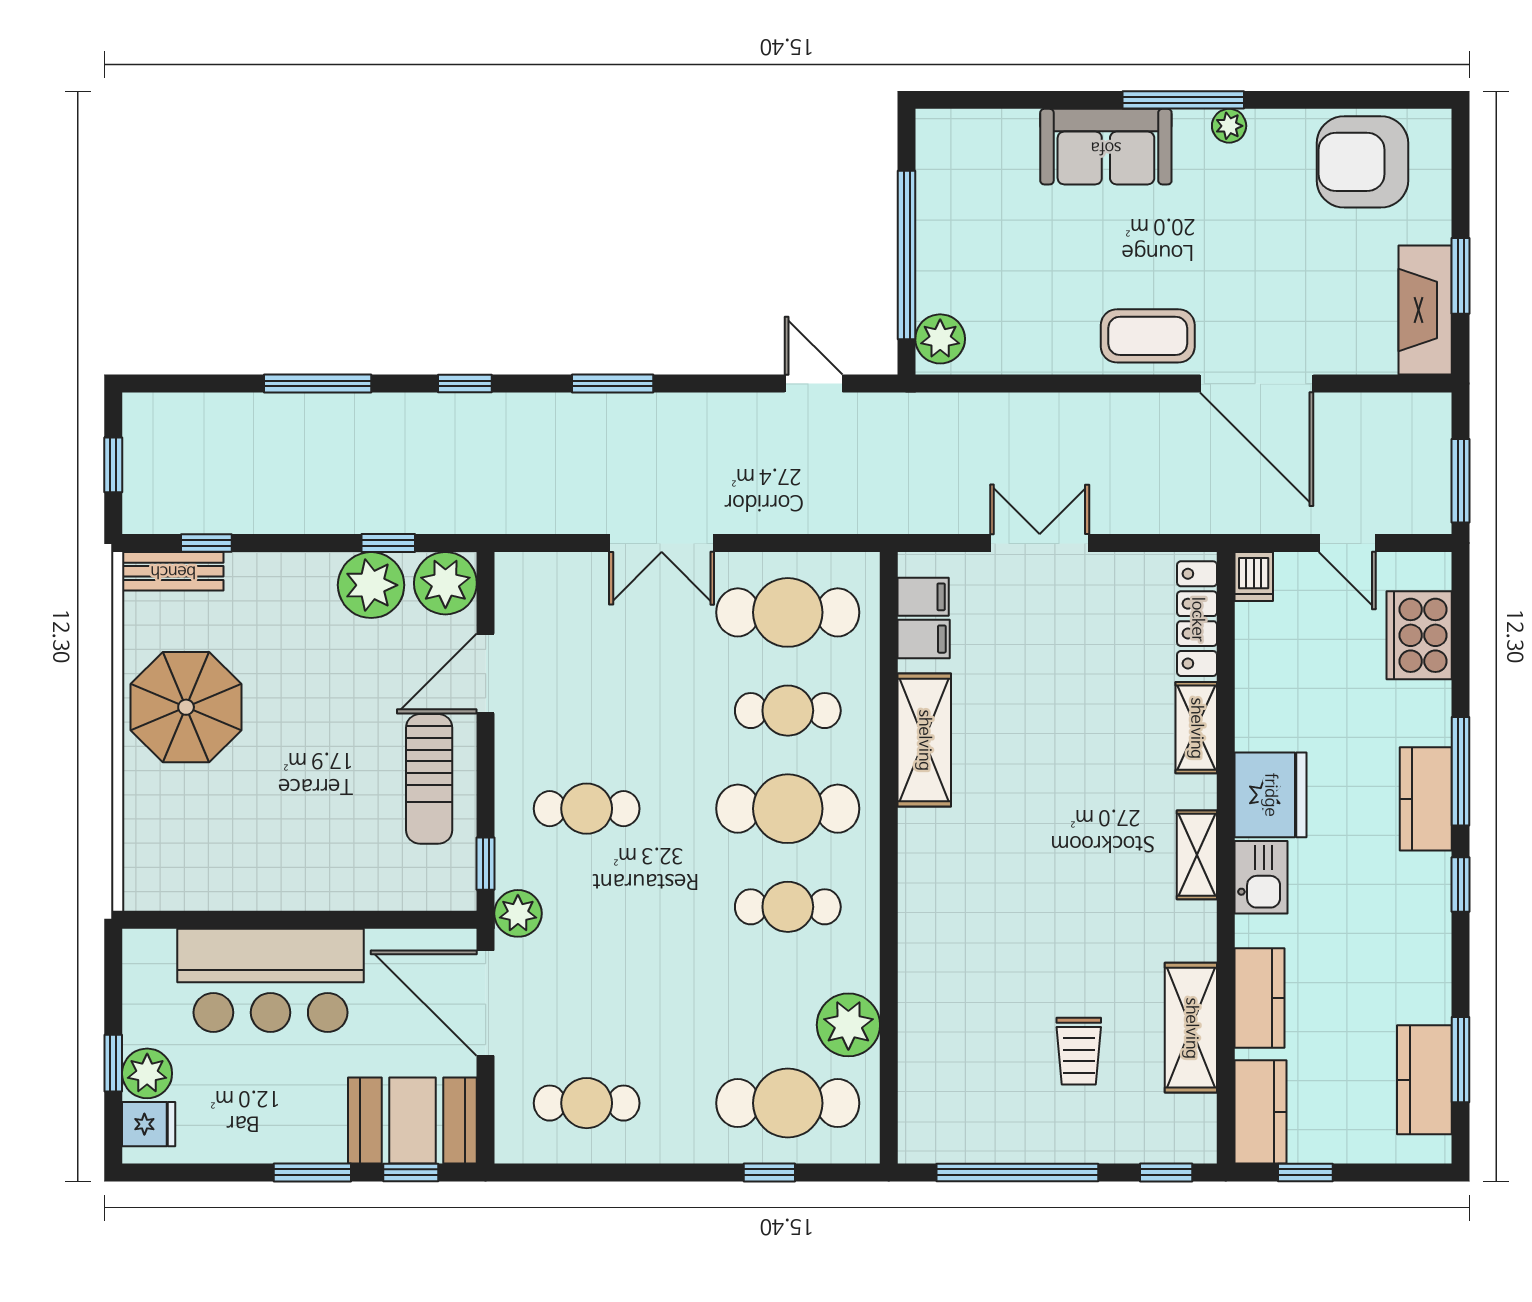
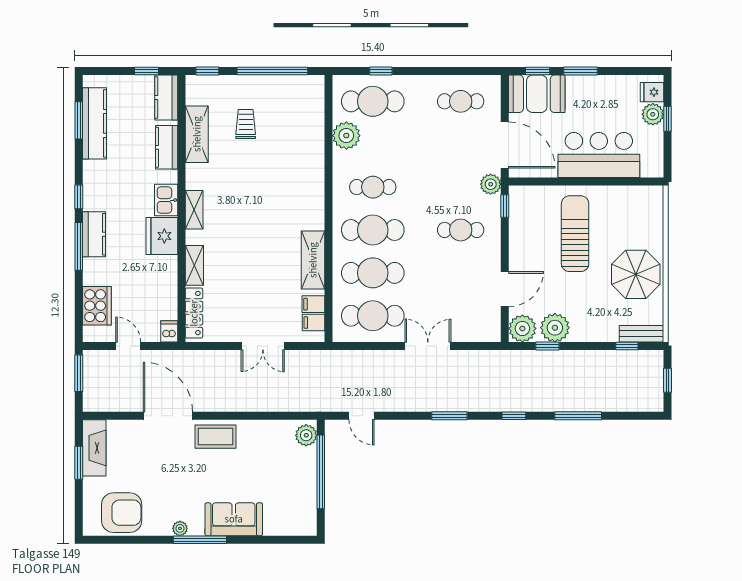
cafe table: (788, 711) -> (373, 273), width x1.37, depth x1.35
sun lounger: (429, 779) -> (575, 234), moved, width x1.36, depth x1.34
kitchen counter: (1424, 1080) -> (95, 123), width x1.50

